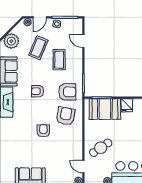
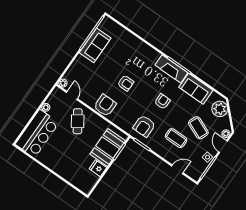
armchair: (66, 116) -> (105, 105), moved, turned -101
door: (83, 167) -> (72, 96), hinge flipped

